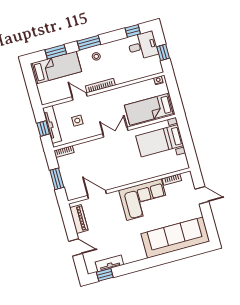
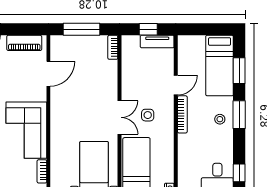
side table: (77, 121) -> (148, 115), moved
tv unit: (52, 124) -> (157, 42), width x0.71
window: (57, 179) -> (81, 29), width x1.44

